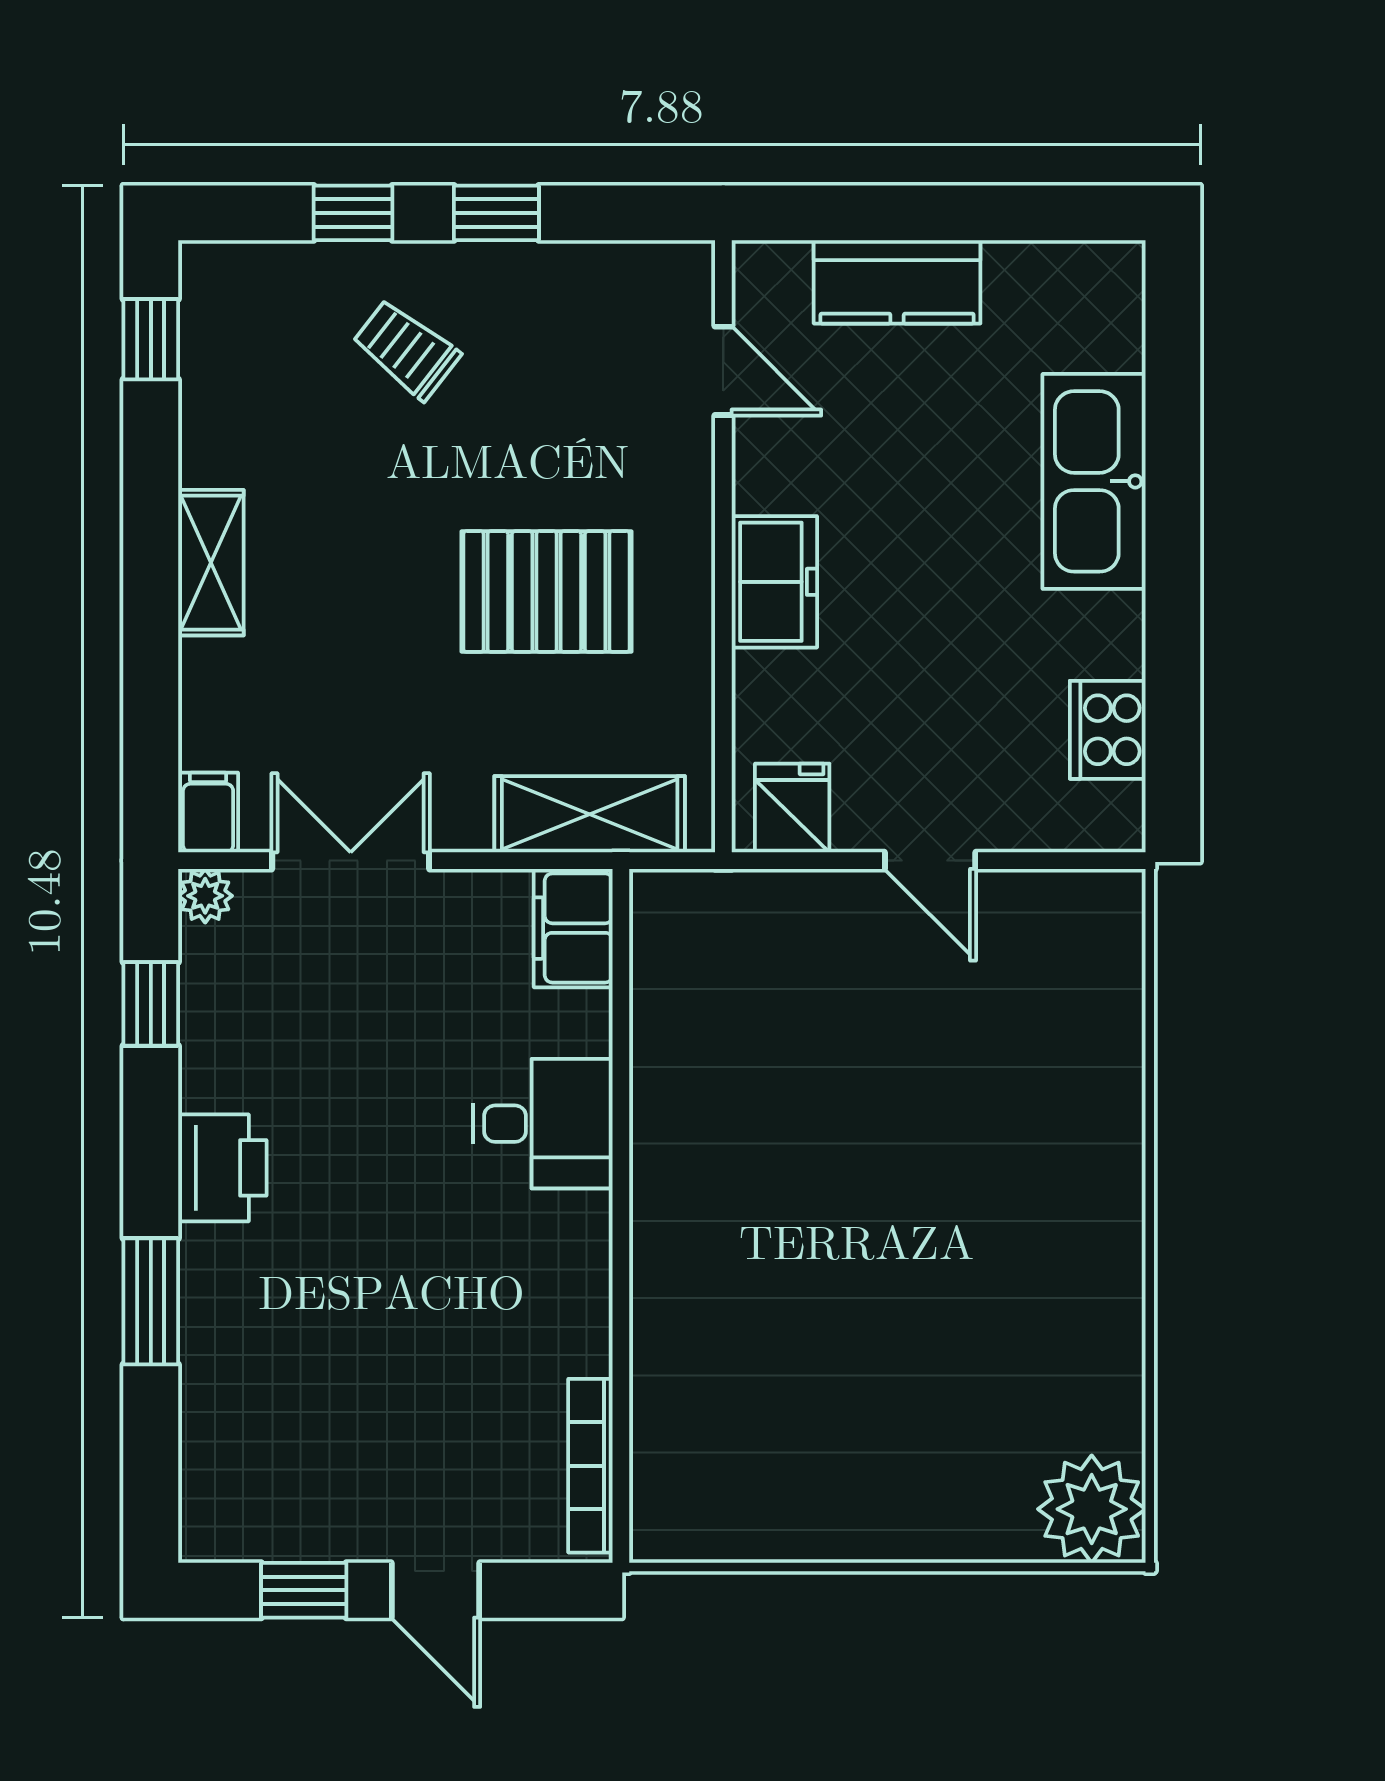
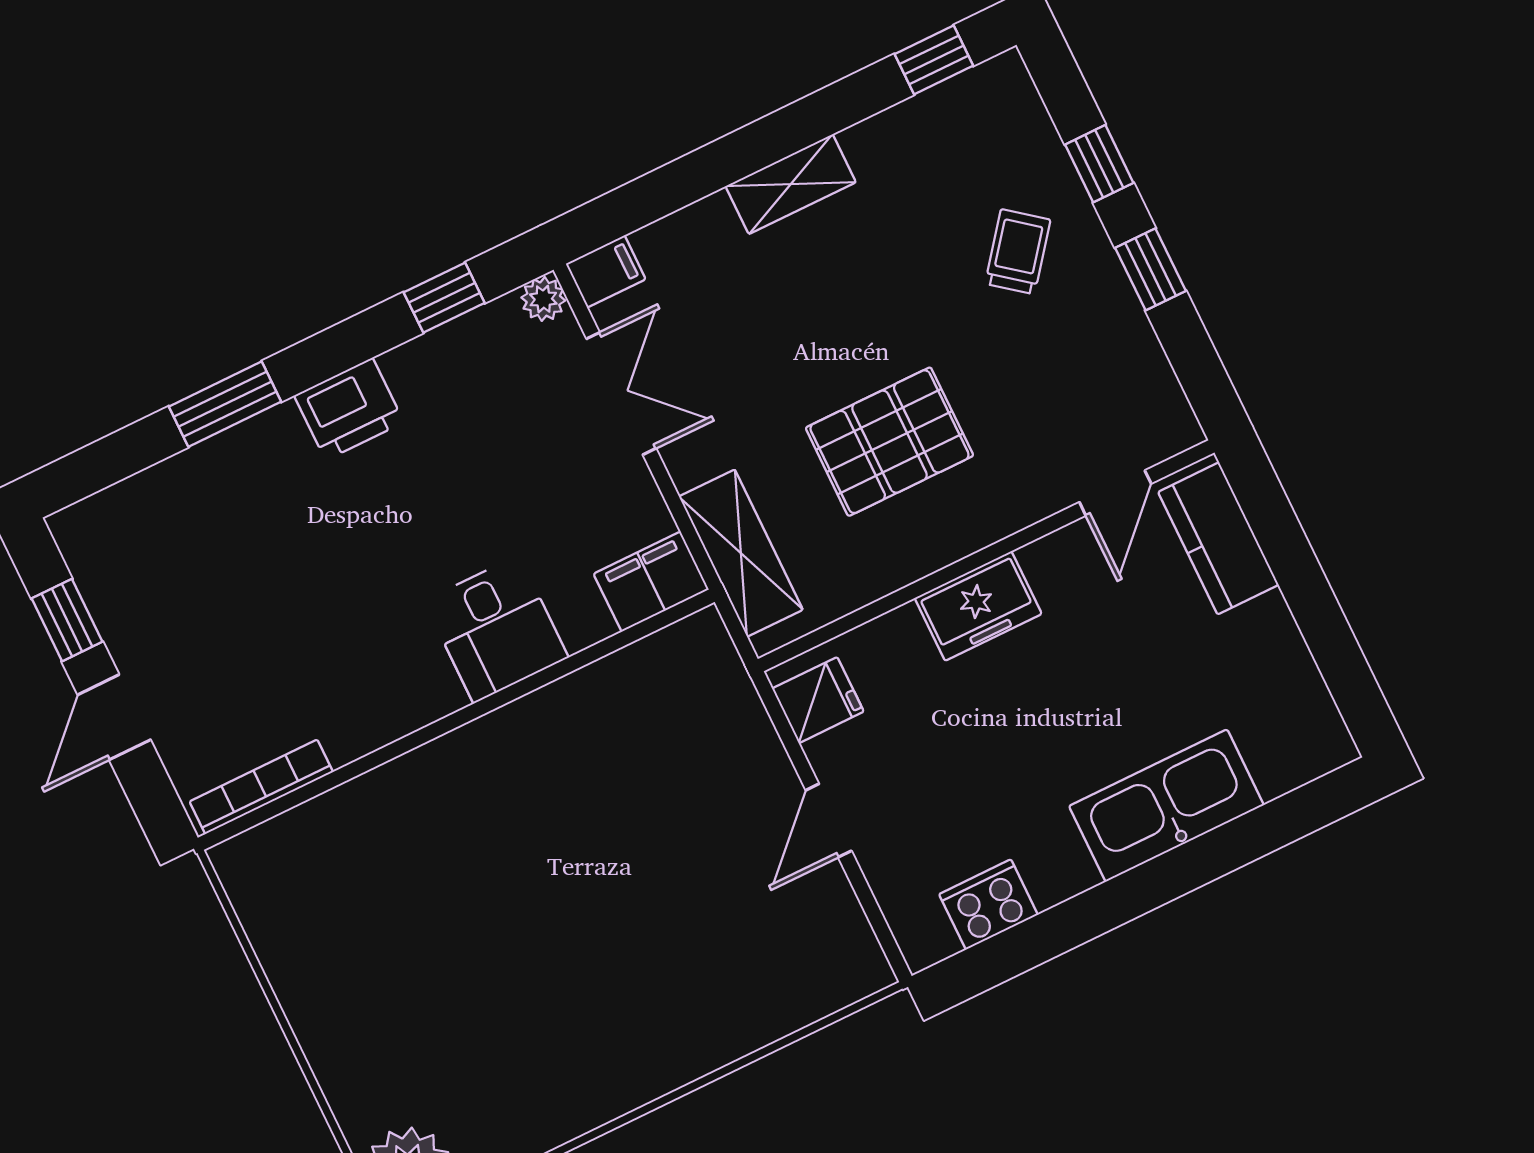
kitchen counter: (897, 282) -> (1218, 538), moved
pallet: (546, 592) -> (889, 442), turned 90

